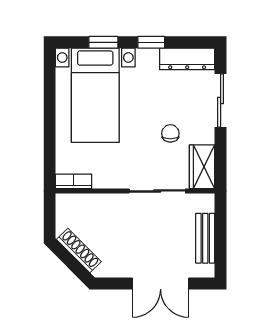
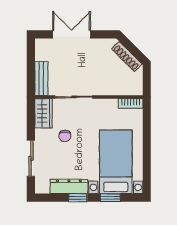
dresser: (187, 59) -> (69, 186), moved
bench: (205, 238) -> (41, 79), moved

